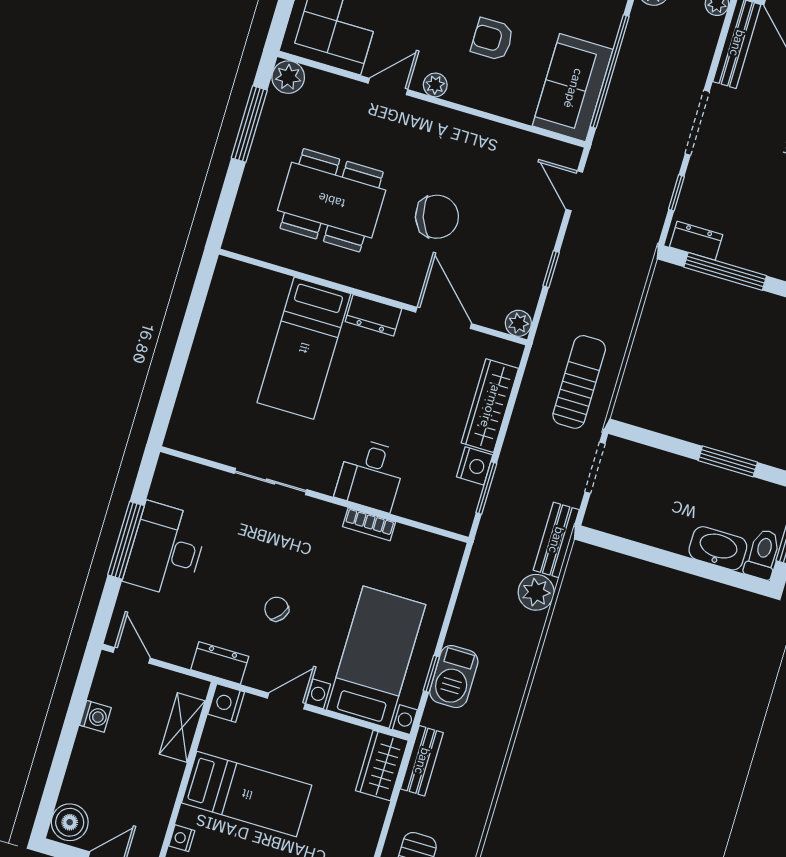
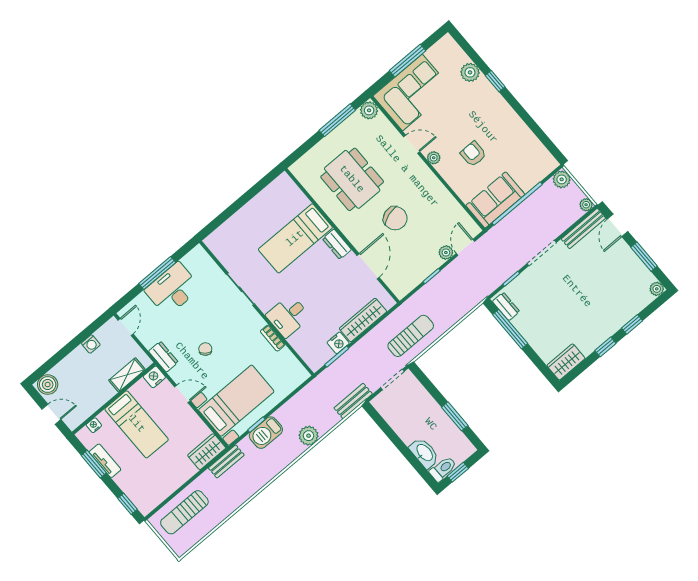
plant: (518, 323) -> (446, 253), moved
plant: (536, 592) -> (309, 436), moved

